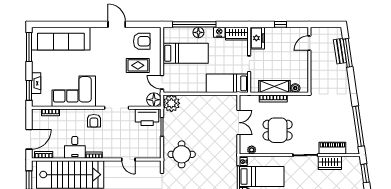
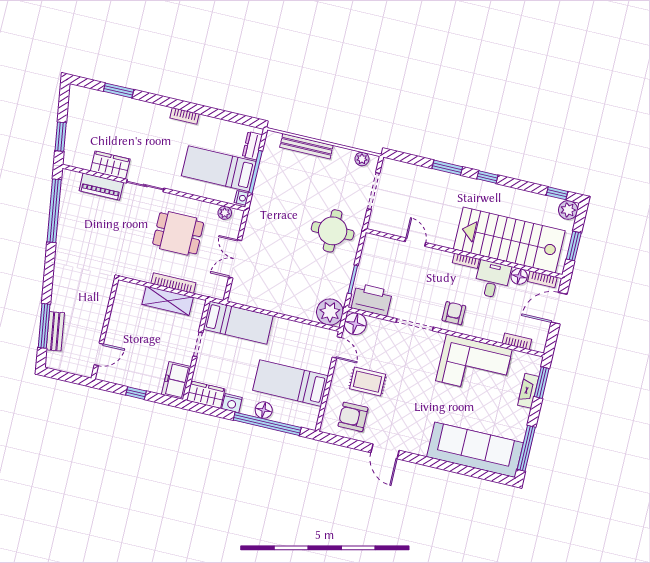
boiler: (295, 88) -> (136, 291), removed
floor lamp: (59, 153) -> (519, 276), added

